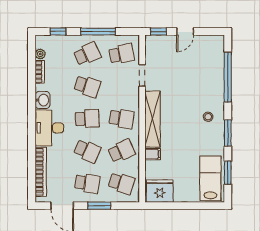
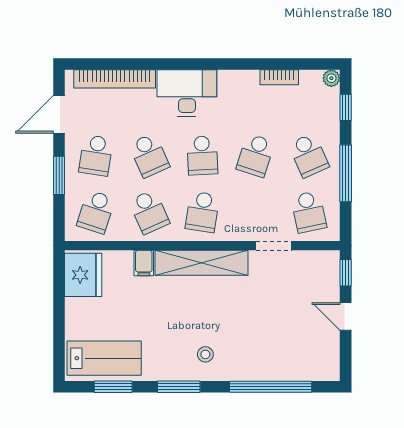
plant: (40, 54) -> (331, 78), moved
washbasin: (42, 100) -> (233, 82), removed
school desk: (87, 151) -> (149, 155), turned -48

